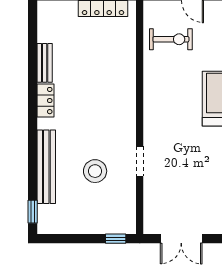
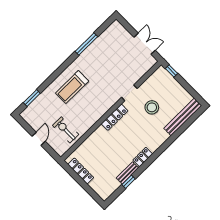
locker: (128, 114) -> (115, 117), added
bench: (46, 167) -> (183, 117), moved
window: (33, 212) -> (128, 182), moved

